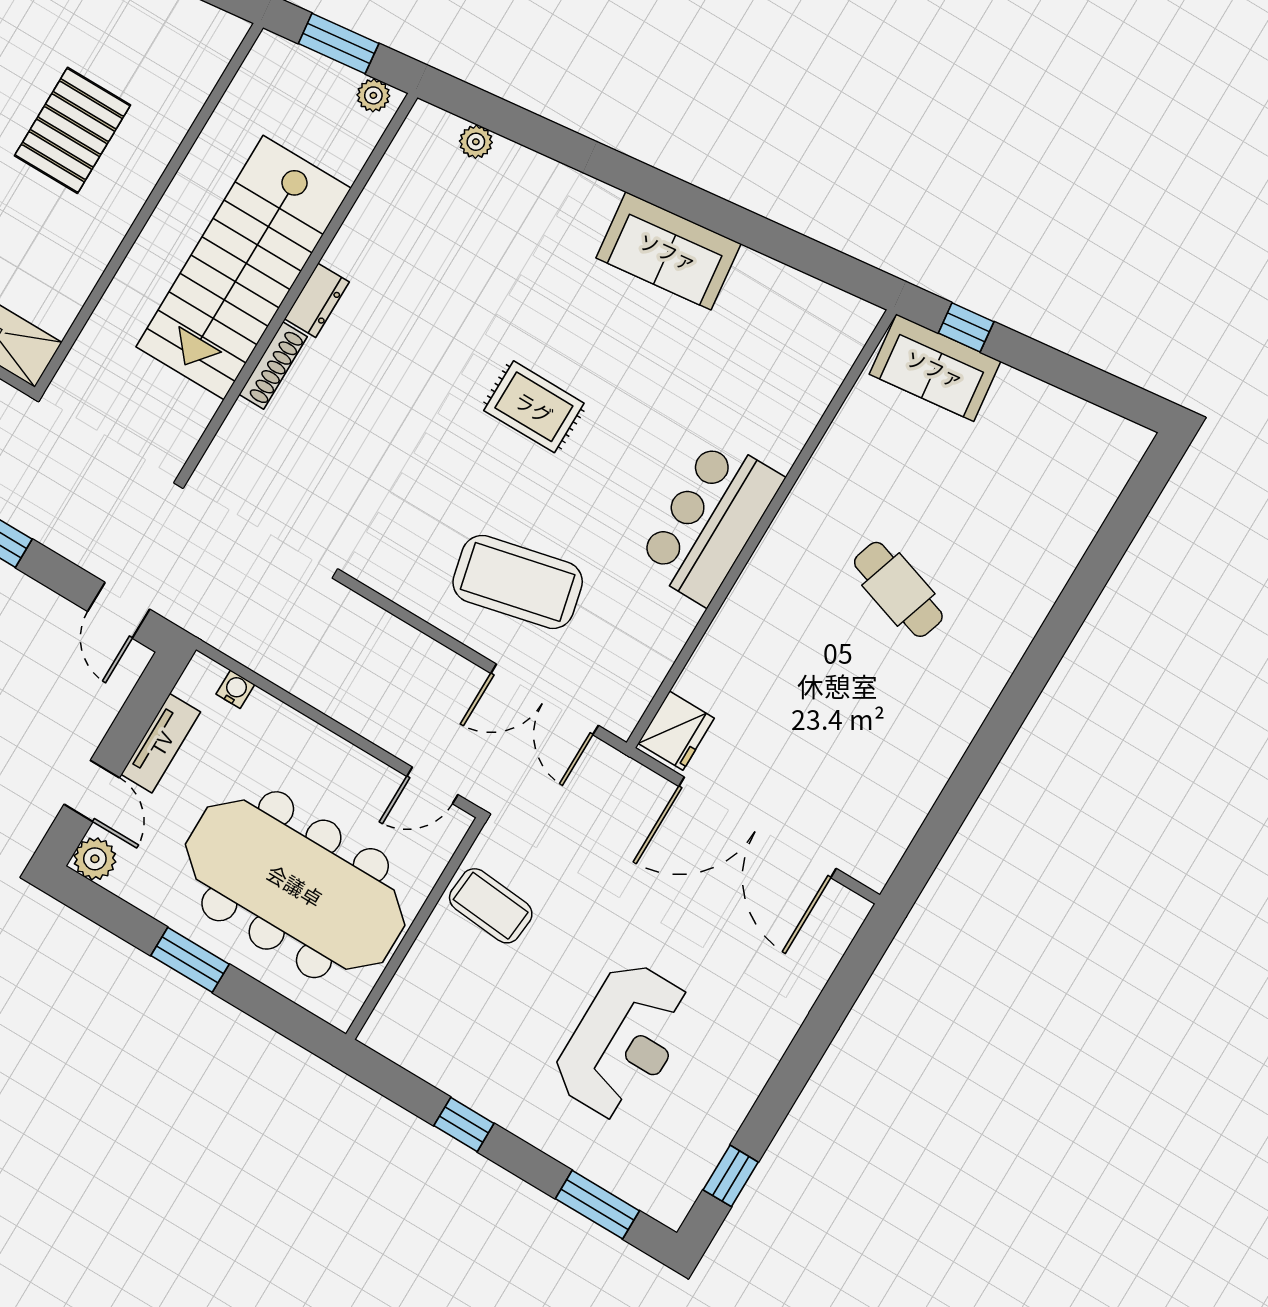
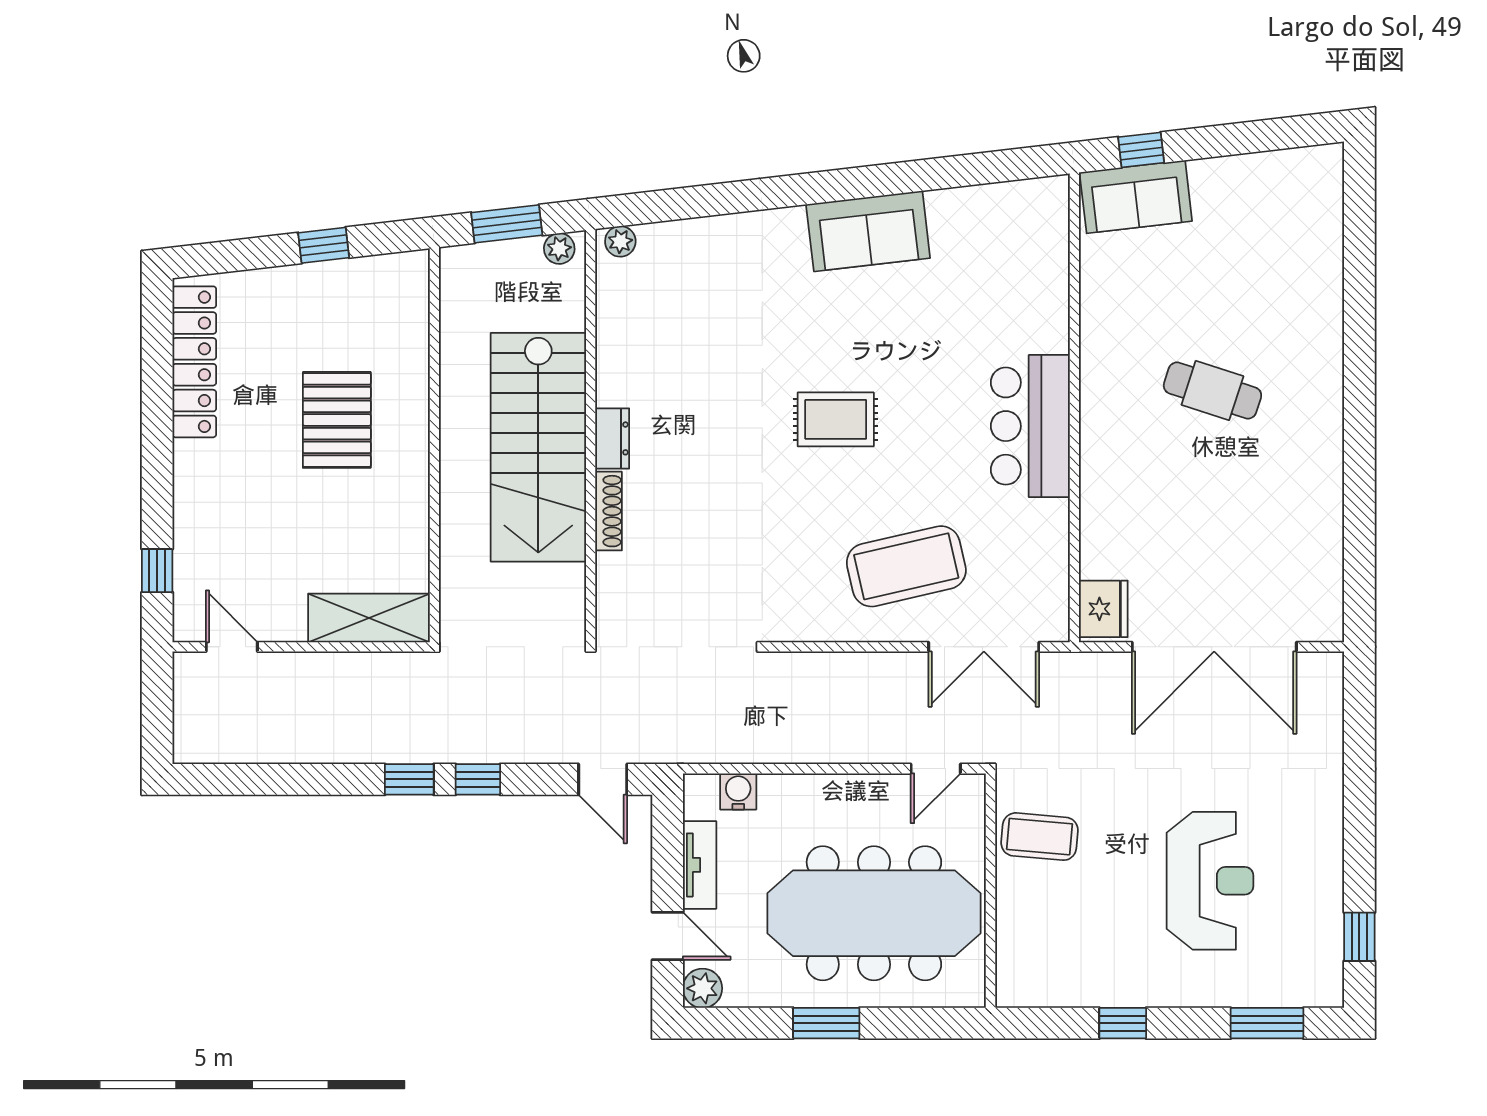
plant: (476, 142) -> (620, 241), moved
water cooler: (235, 689) -> (738, 791), width x1.38, depth x1.38

